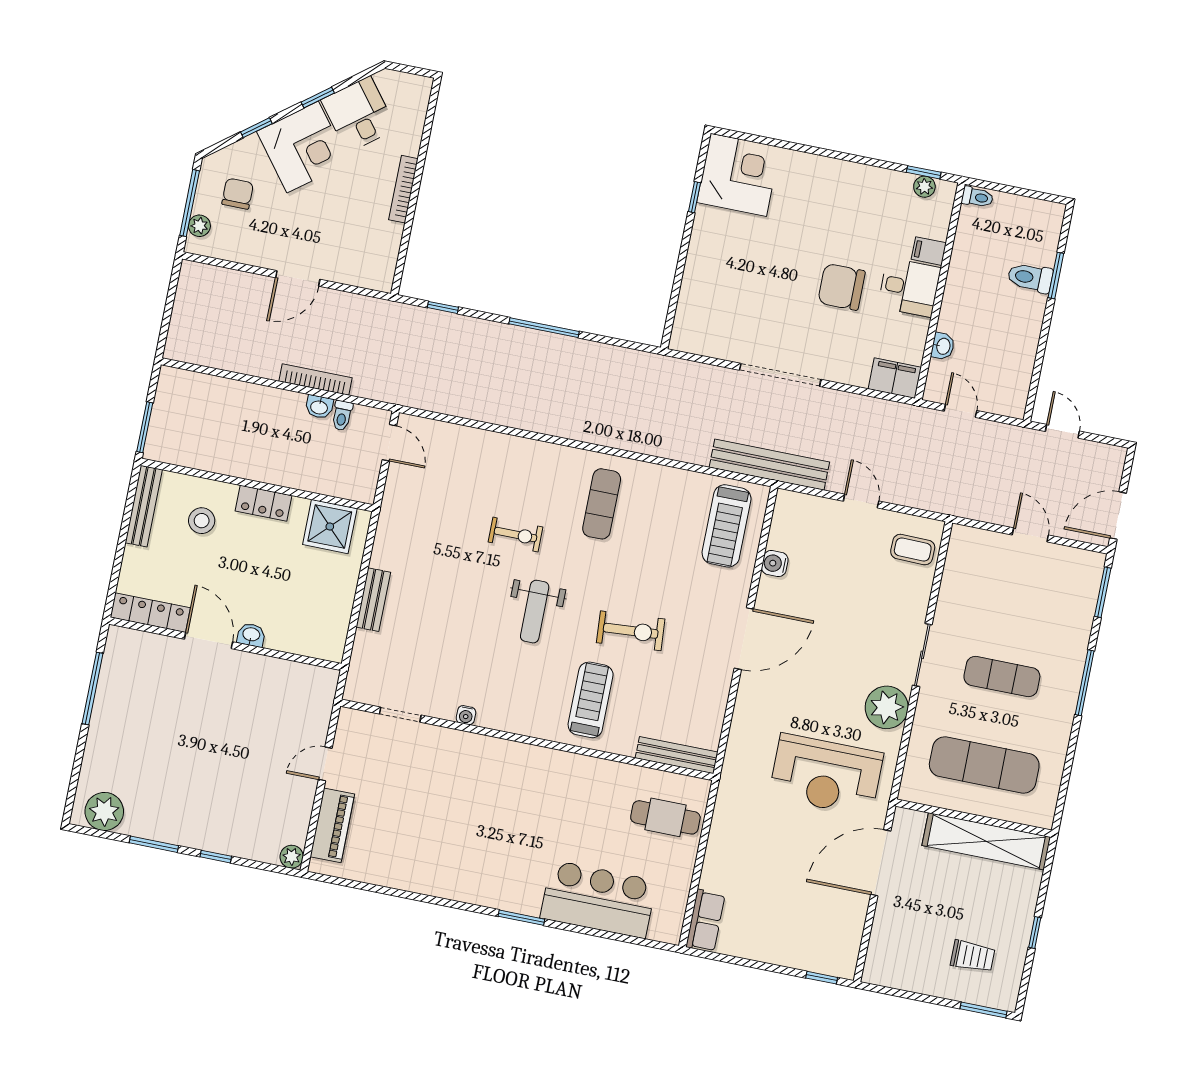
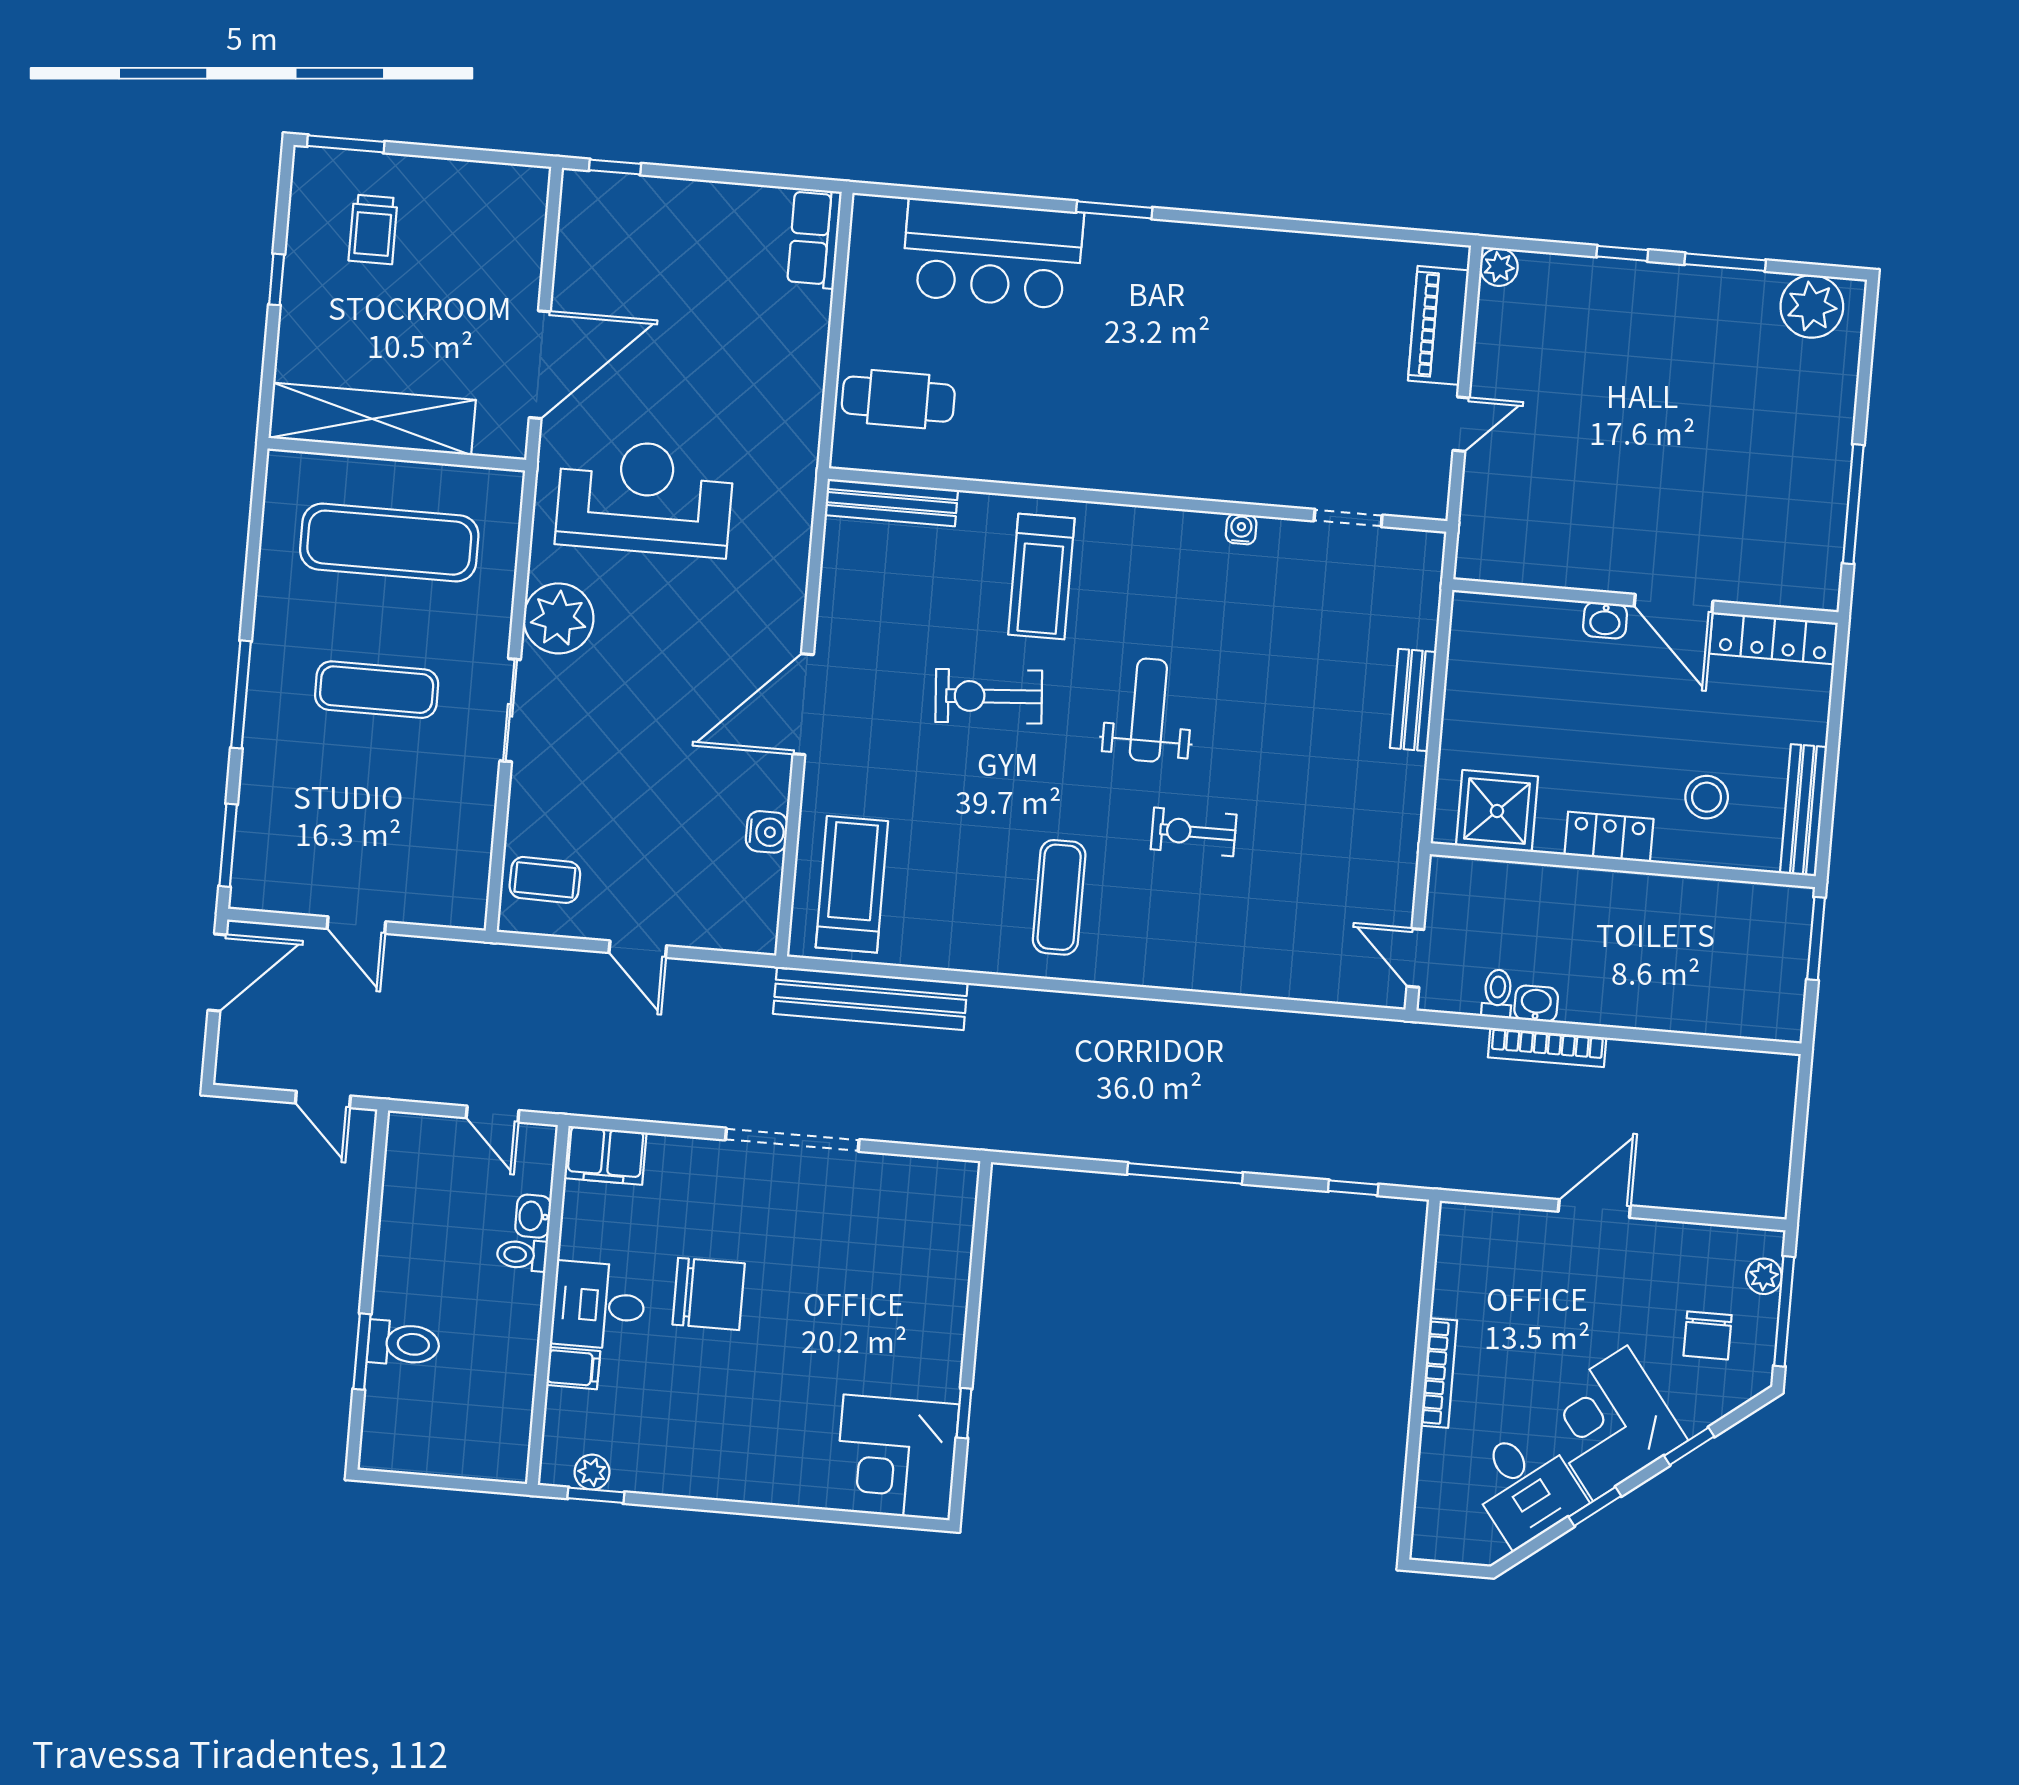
toilet: (977, 197) -> (522, 1255), moved
bench: (769, 465) -> (870, 998), moved
trolley: (973, 956) -> (373, 229), turned -90

